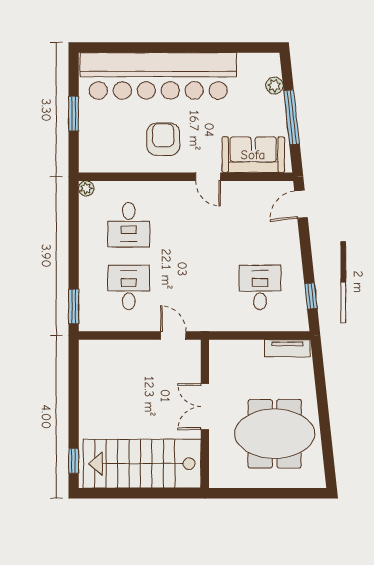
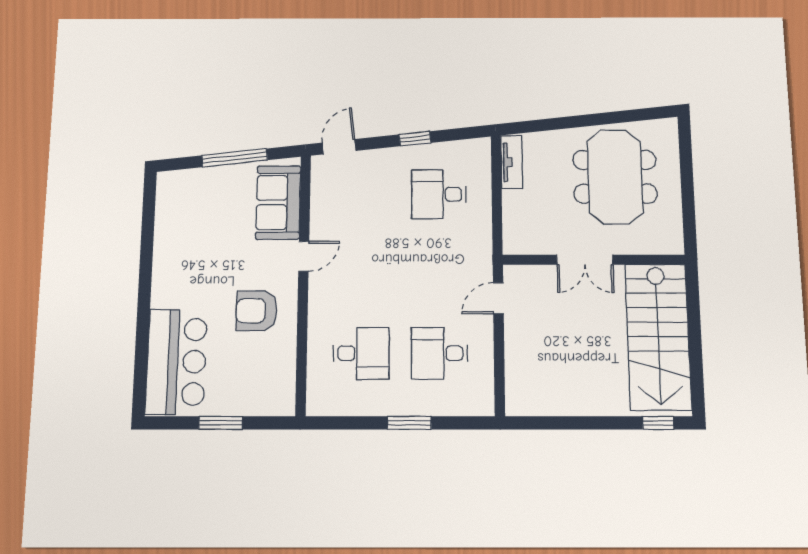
bar counter: (158, 76) -> (176, 362), width x0.54
plant: (274, 86) -> (196, 178), removed
plant: (86, 188) -> (315, 407), removed
door: (301, 204) -> (339, 147), swing flipped
window: (311, 296) -> (415, 139), moved
window: (74, 307) -> (409, 423), moved

